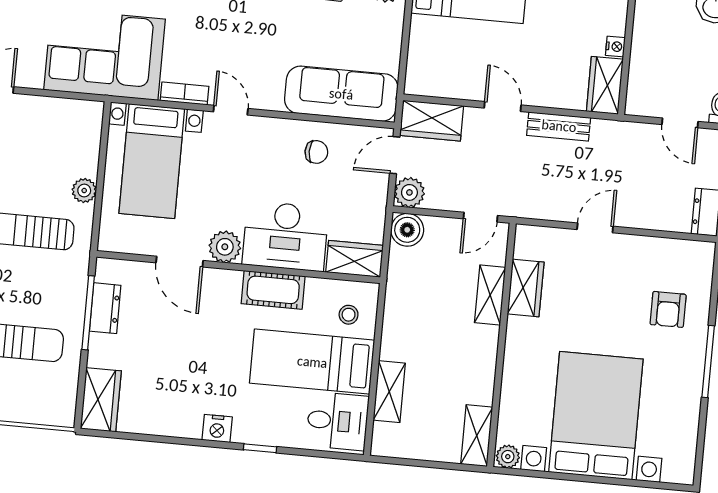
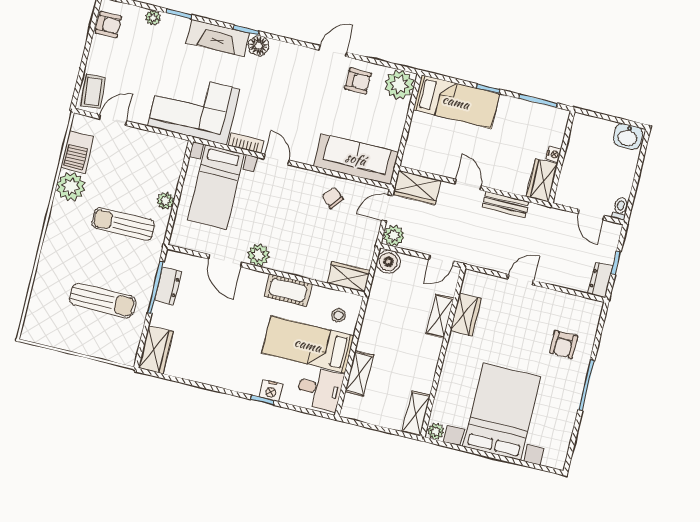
chair: (316, 152) -> (333, 198), turned -141
desk: (285, 236) -> (302, 254), removed
nightstand: (217, 428) -> (271, 391), moved

